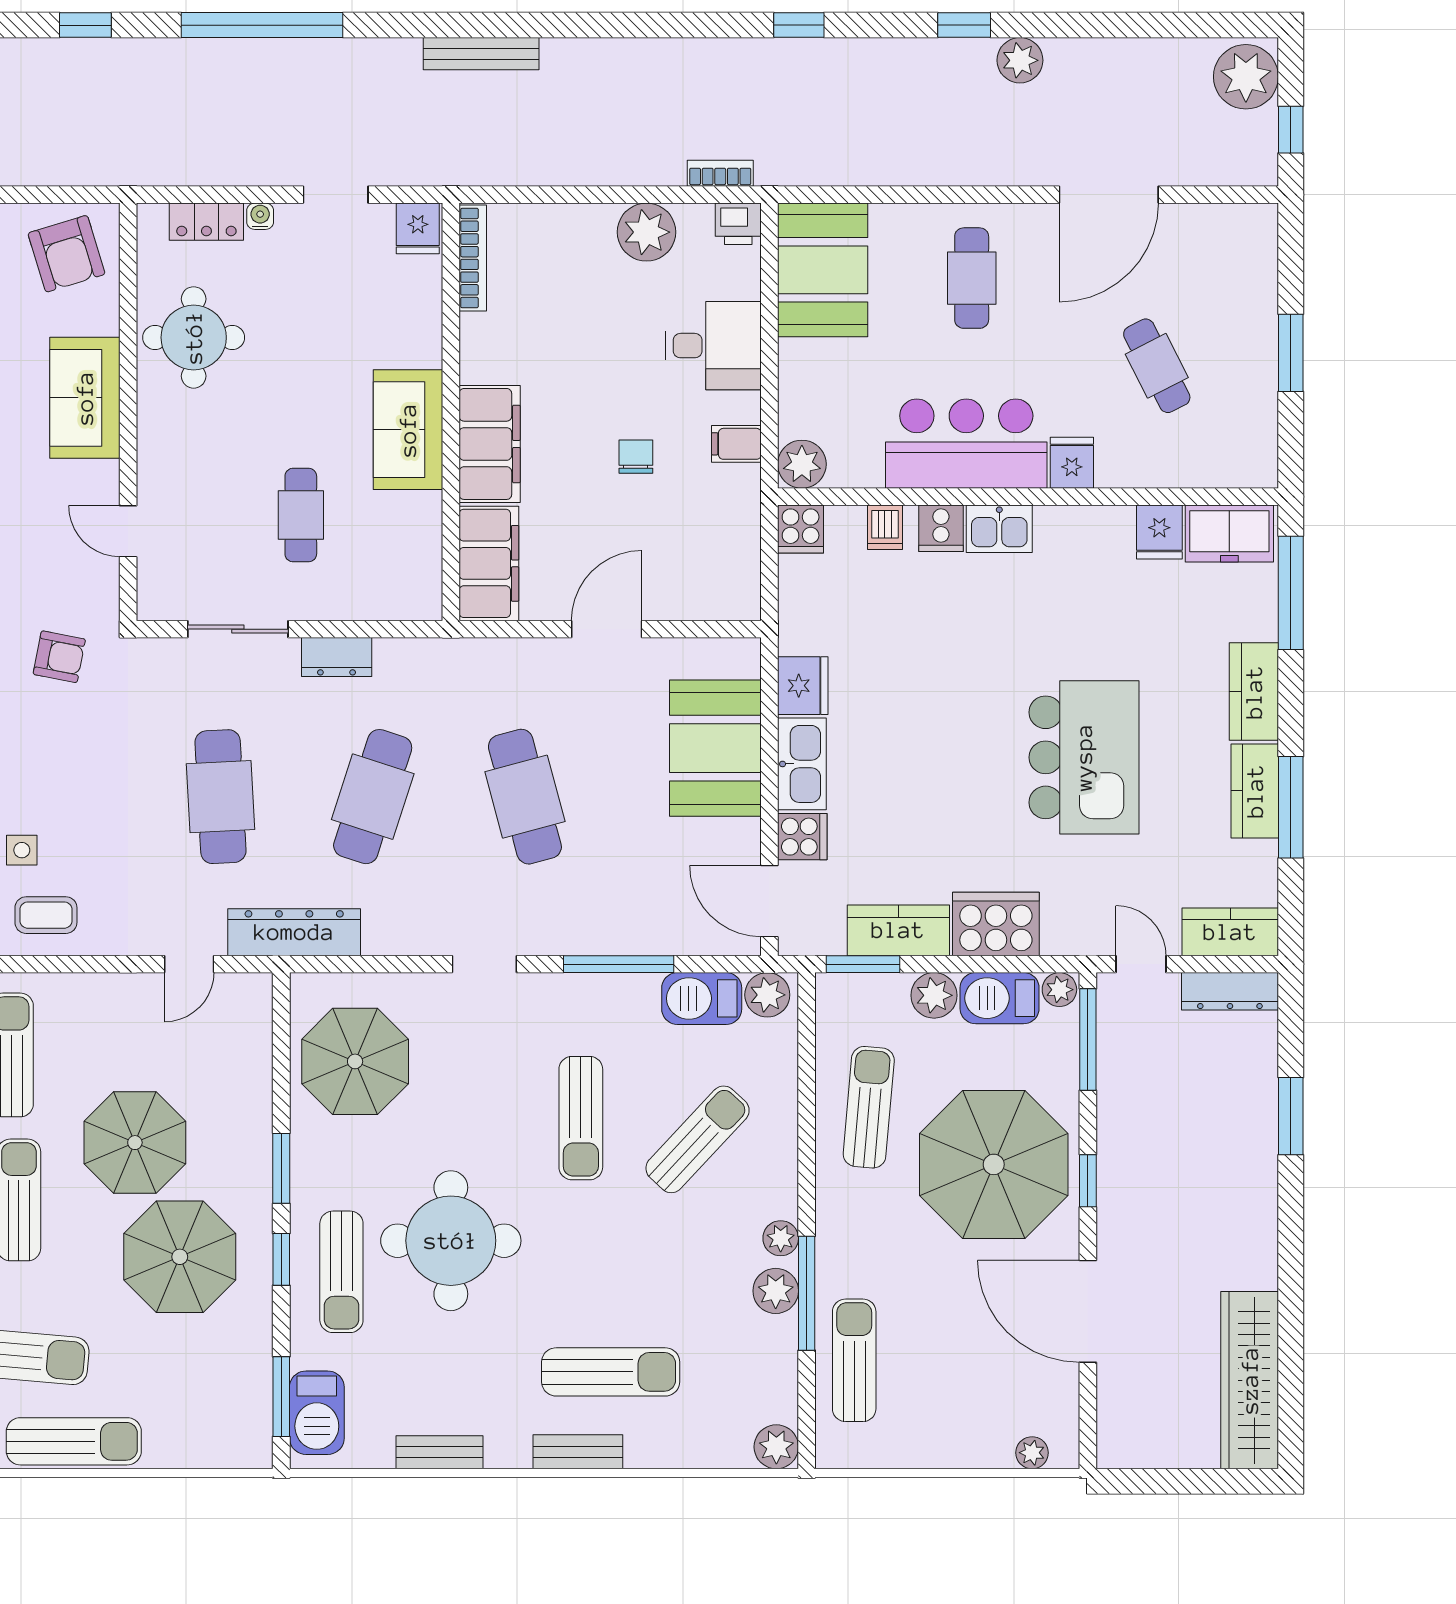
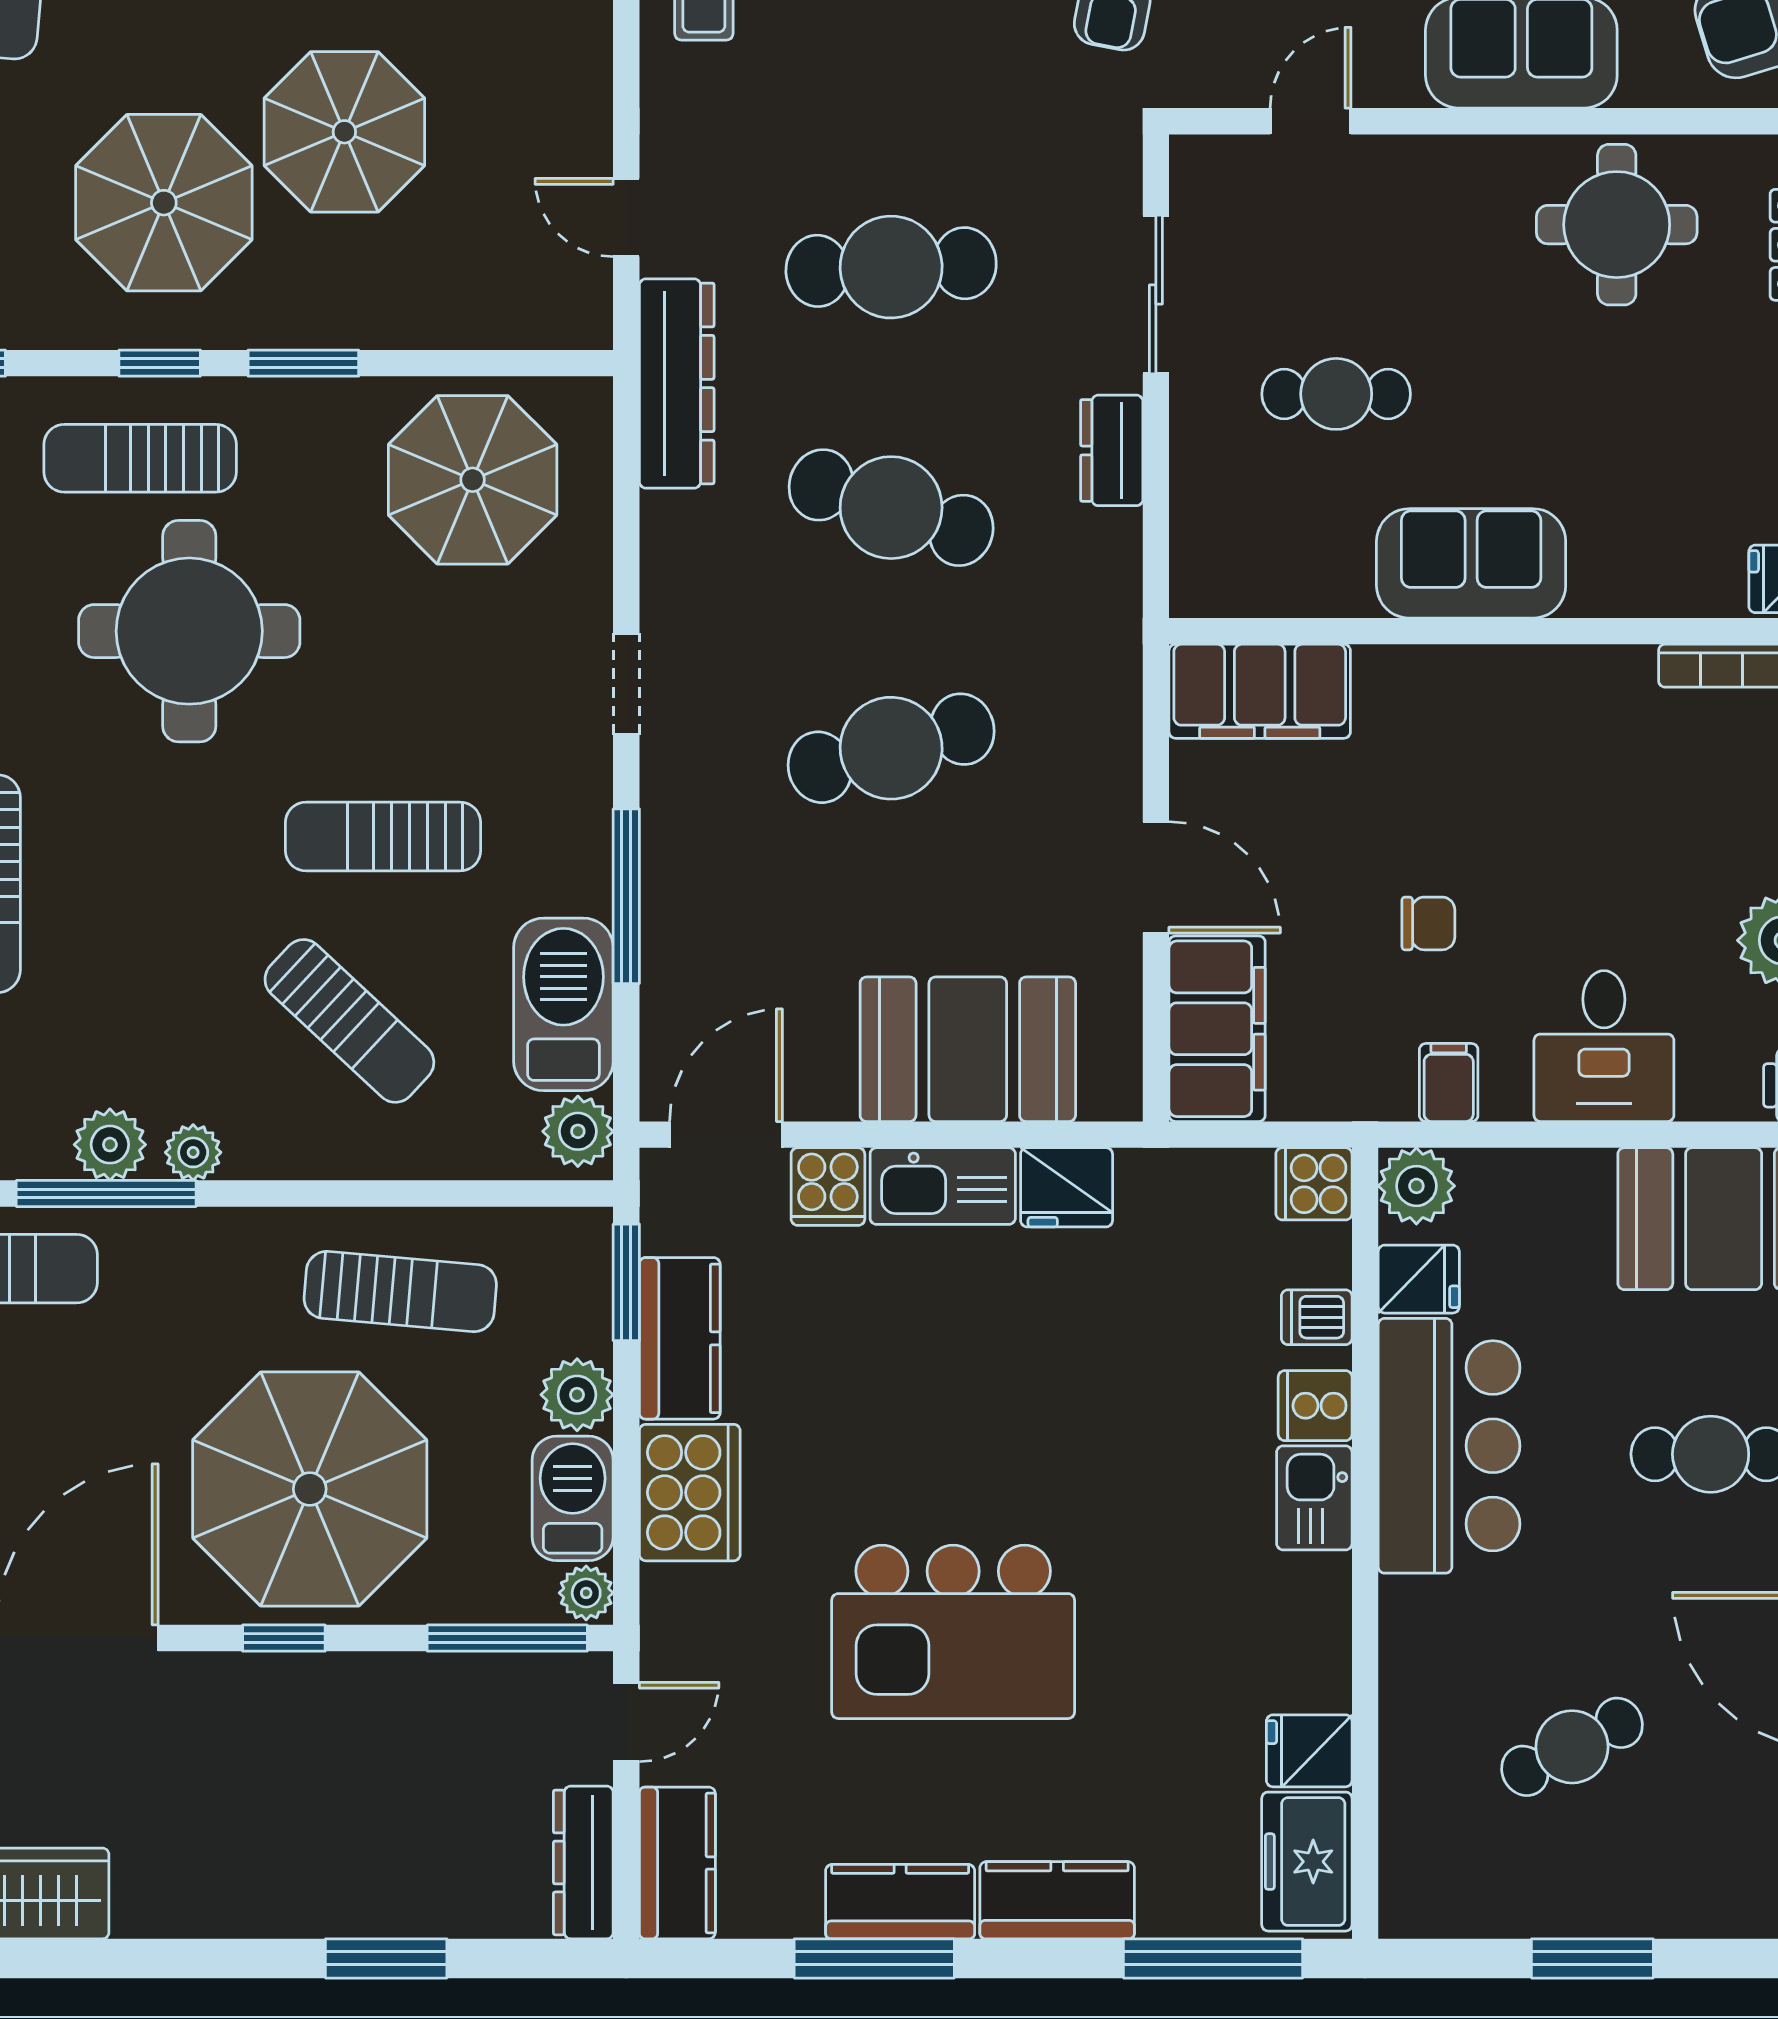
filing cabinet: (490, 444) -> (1217, 1029), moved, turned -90
fridge: (1072, 463) -> (1419, 1279), moved
barbecue: (702, 998) -> (563, 1004), width x1.37, depth x1.21

